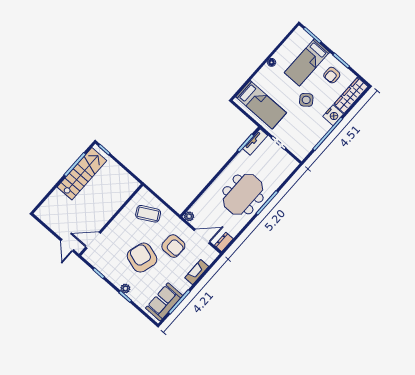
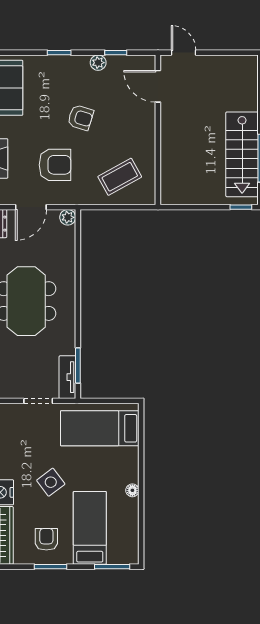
door: (93, 240) -> (158, 86), swing flipped
armchair: (173, 246) -> (55, 165), turned 180
armchair: (142, 258) -> (80, 118), width x0.53, depth x0.53
plant: (125, 288) -> (98, 63), moved

